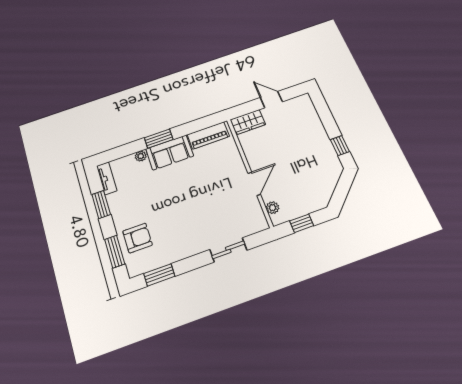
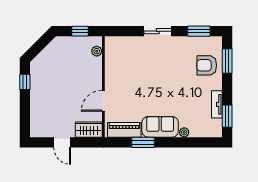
window: (159, 139) -> (143, 142), moved
tv unit: (107, 178) -> (217, 104), moved
door: (254, 184) -> (103, 101), moved
window: (101, 204) -> (227, 116), moved
sliding door: (228, 250) -> (158, 31), moved

